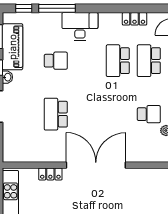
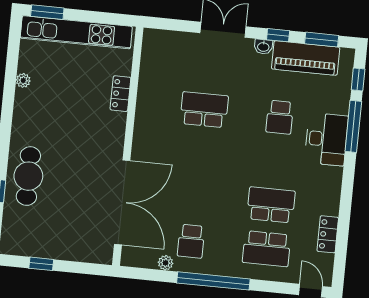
desk: (80, 26) -> (326, 139), moved
school desk: (149, 61) -> (267, 249), turned 180
double door: (96, 165) -> (122, 202), moved

